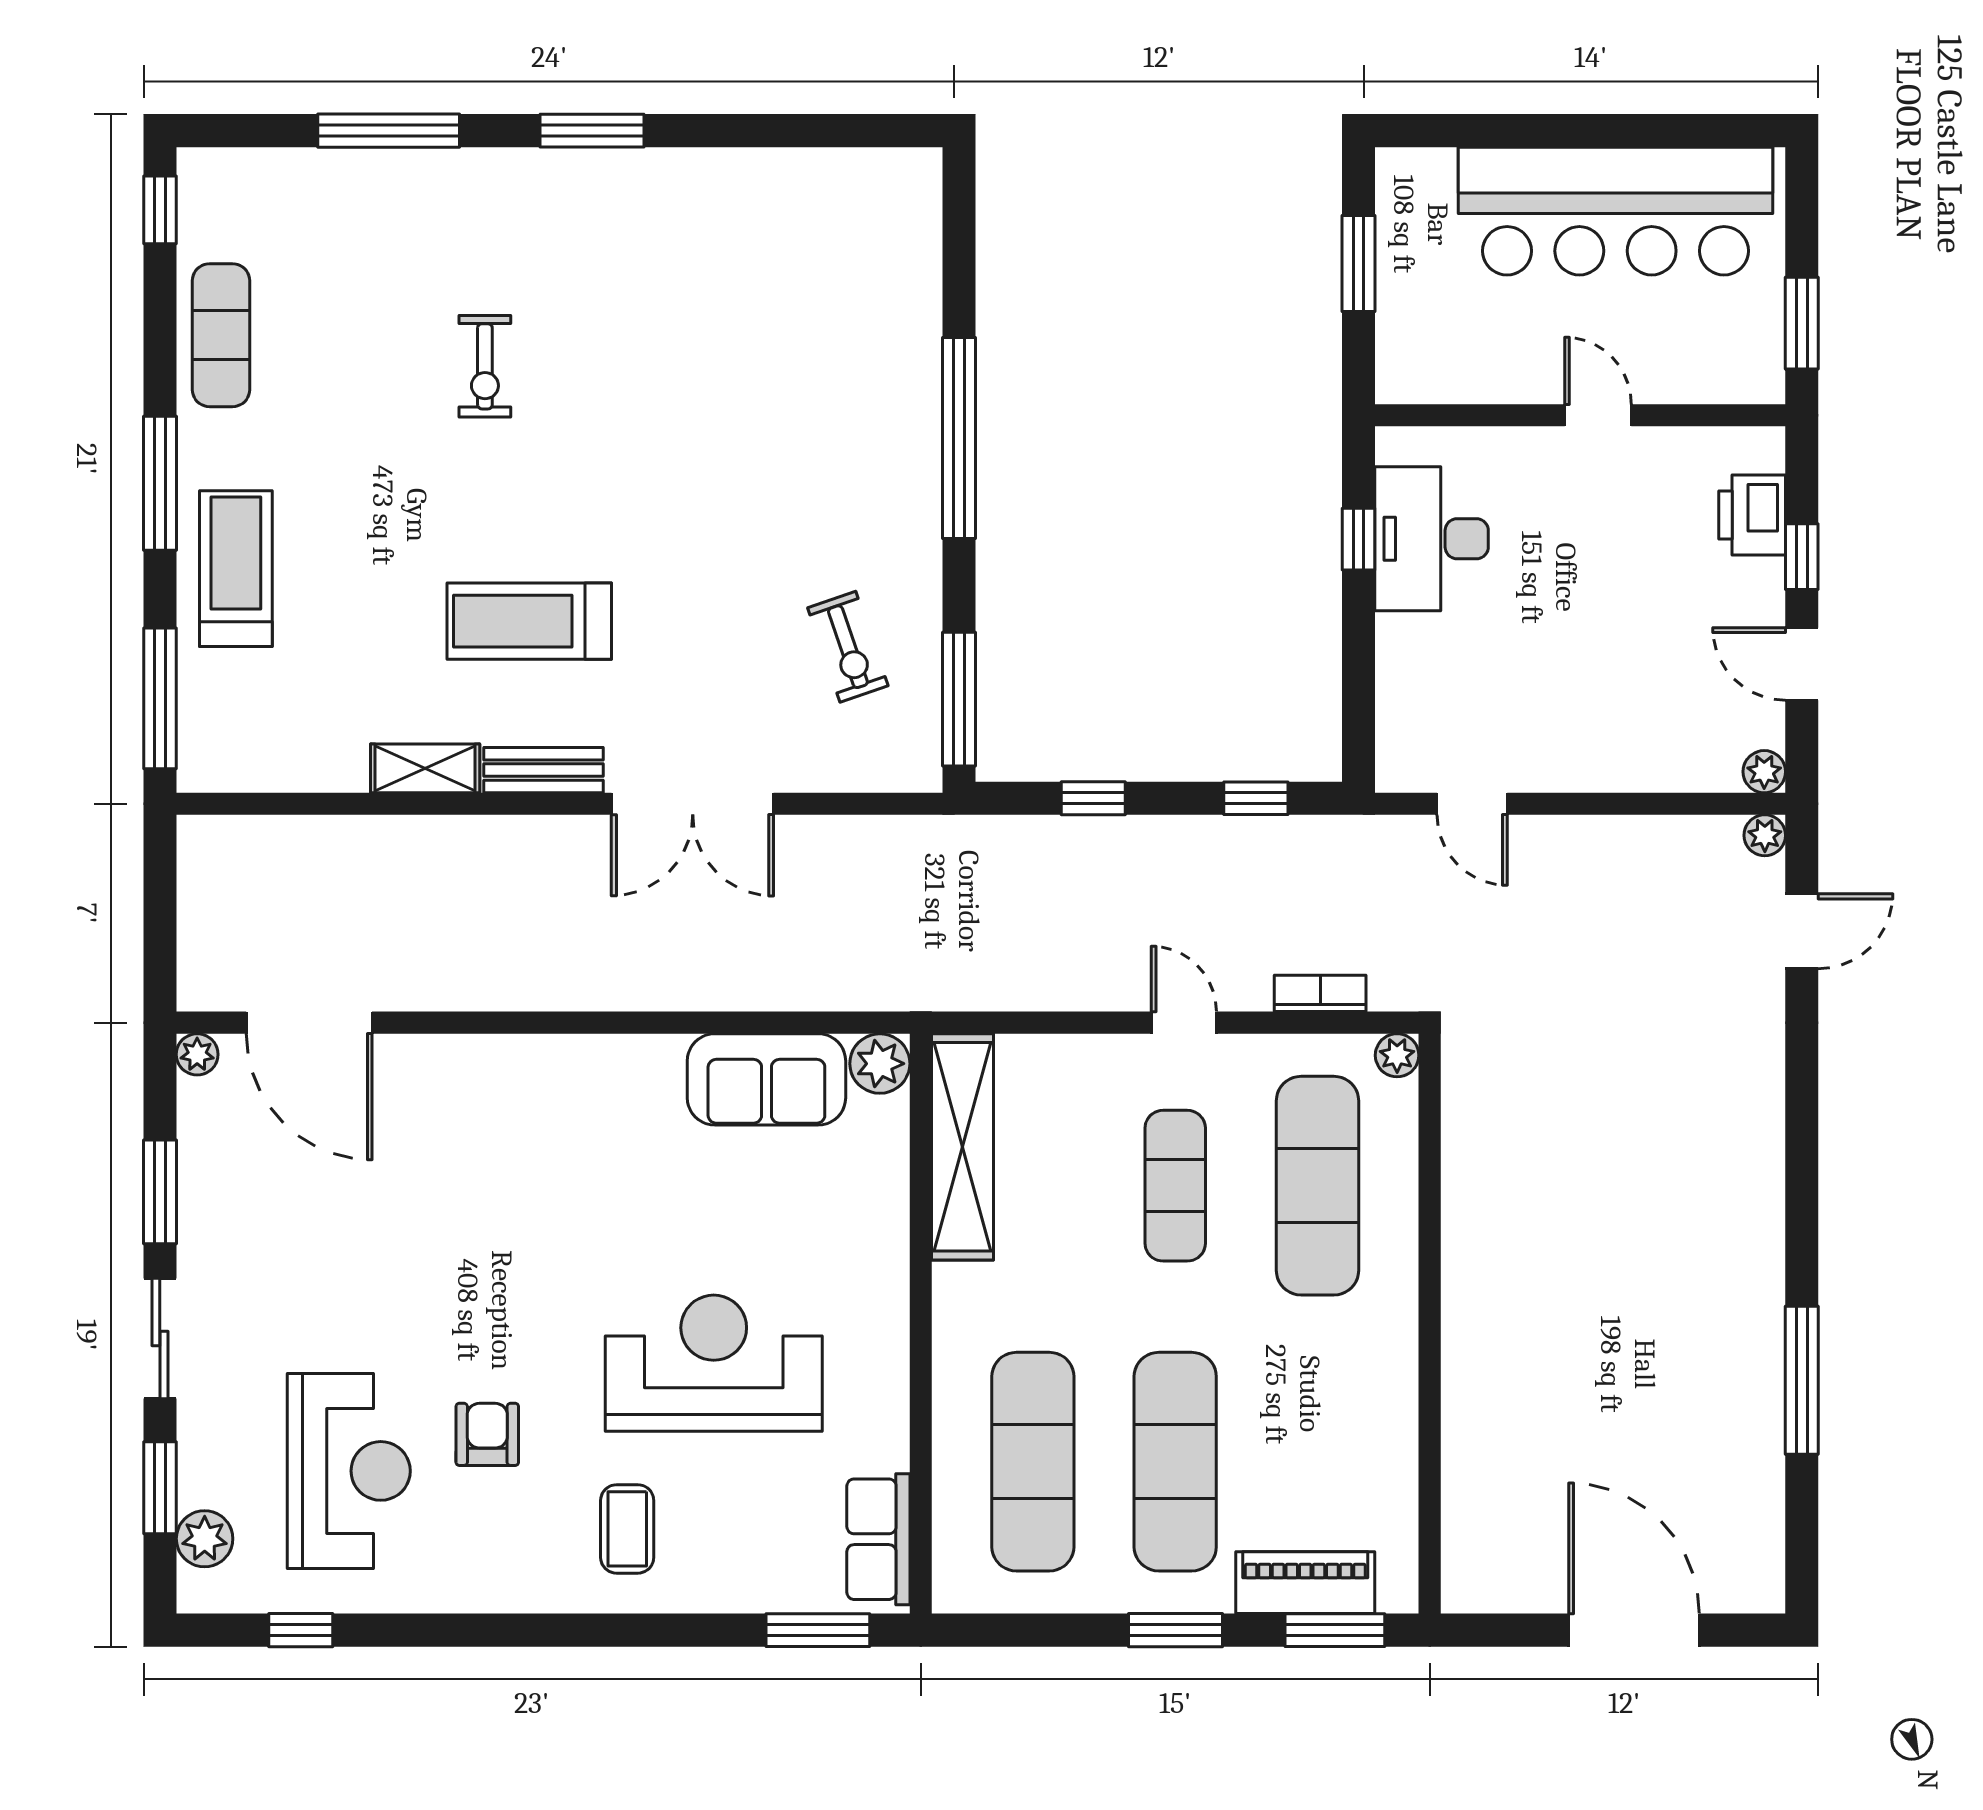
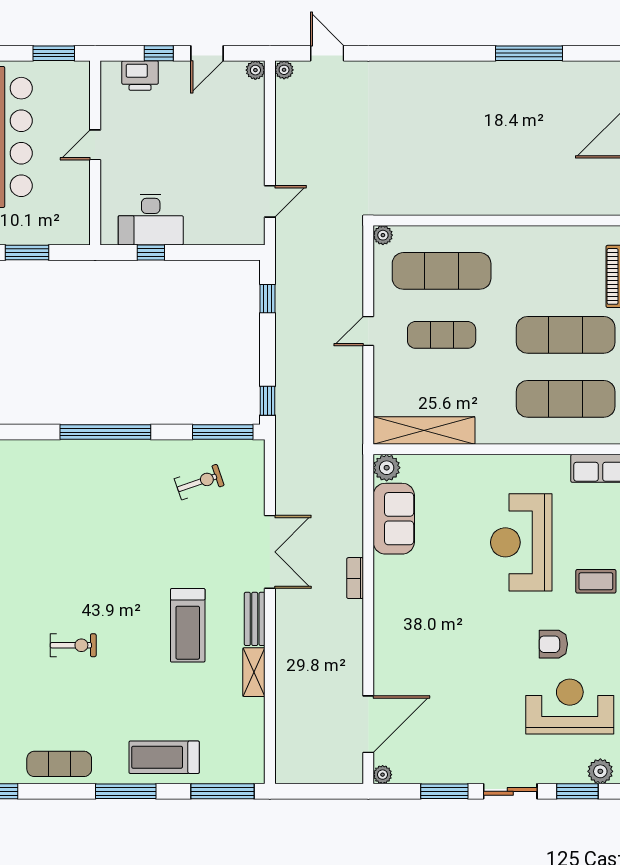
window: (1093, 798) -> (267, 401), moved
bookcase: (1320, 993) -> (355, 578), moved

